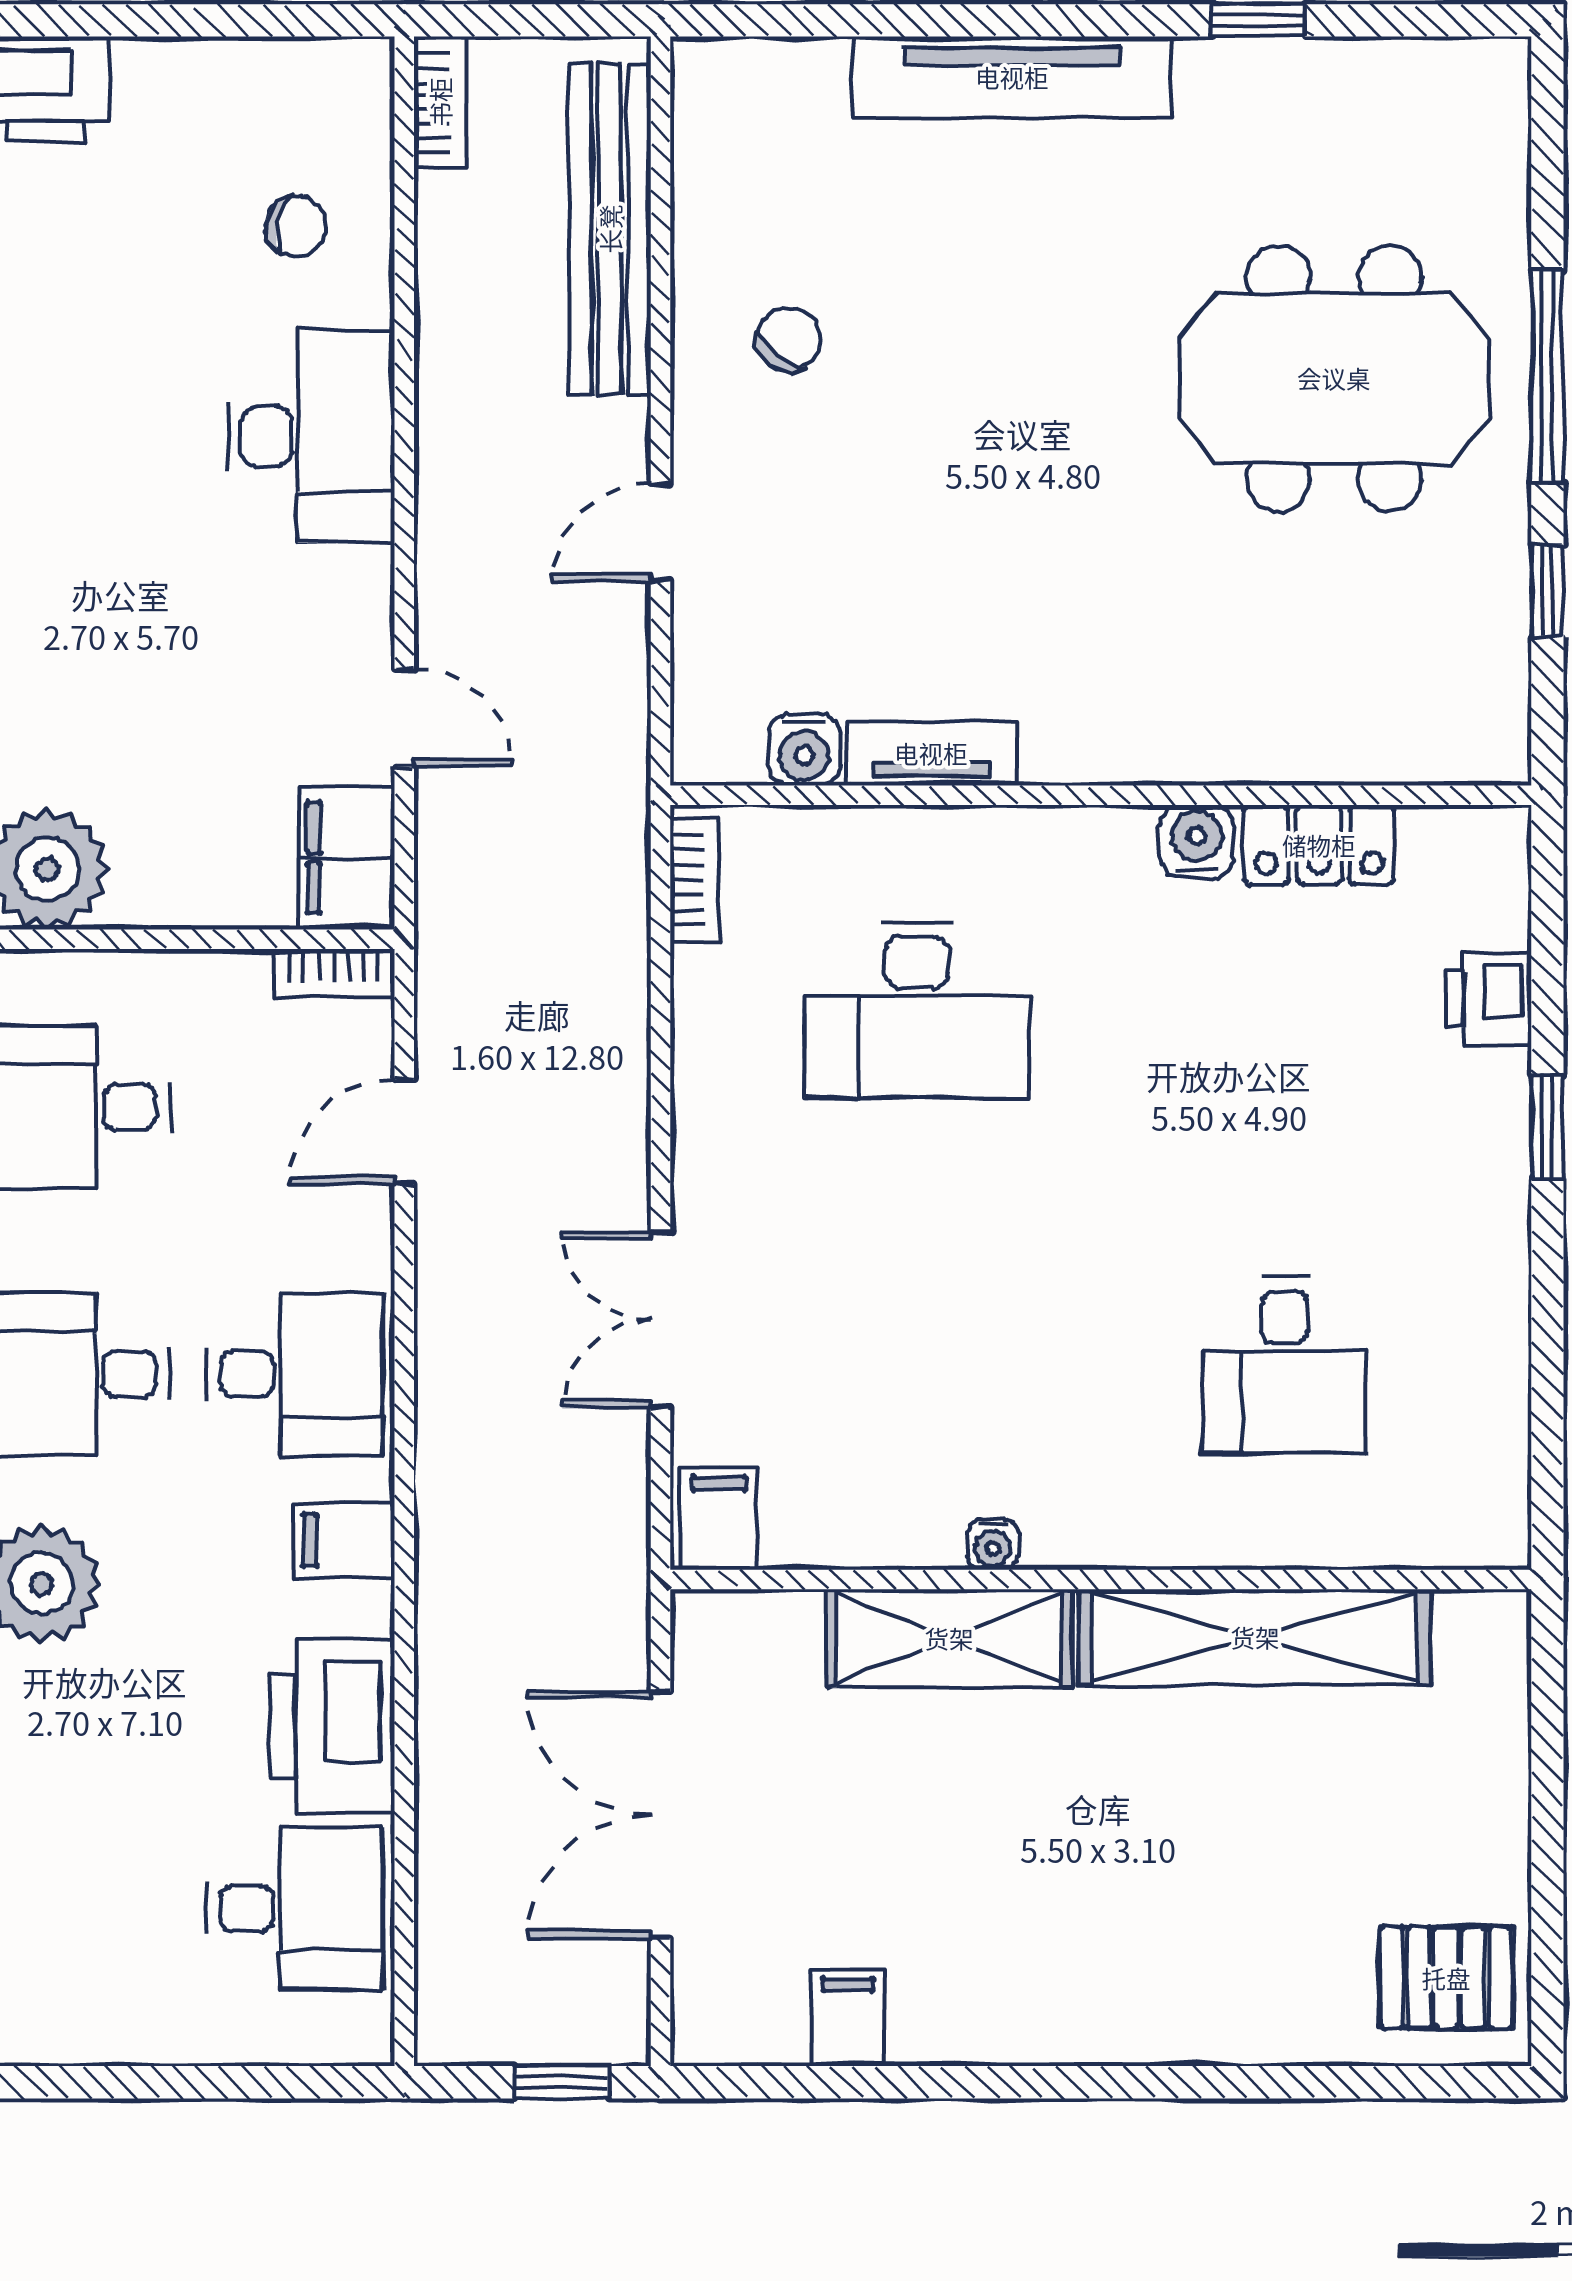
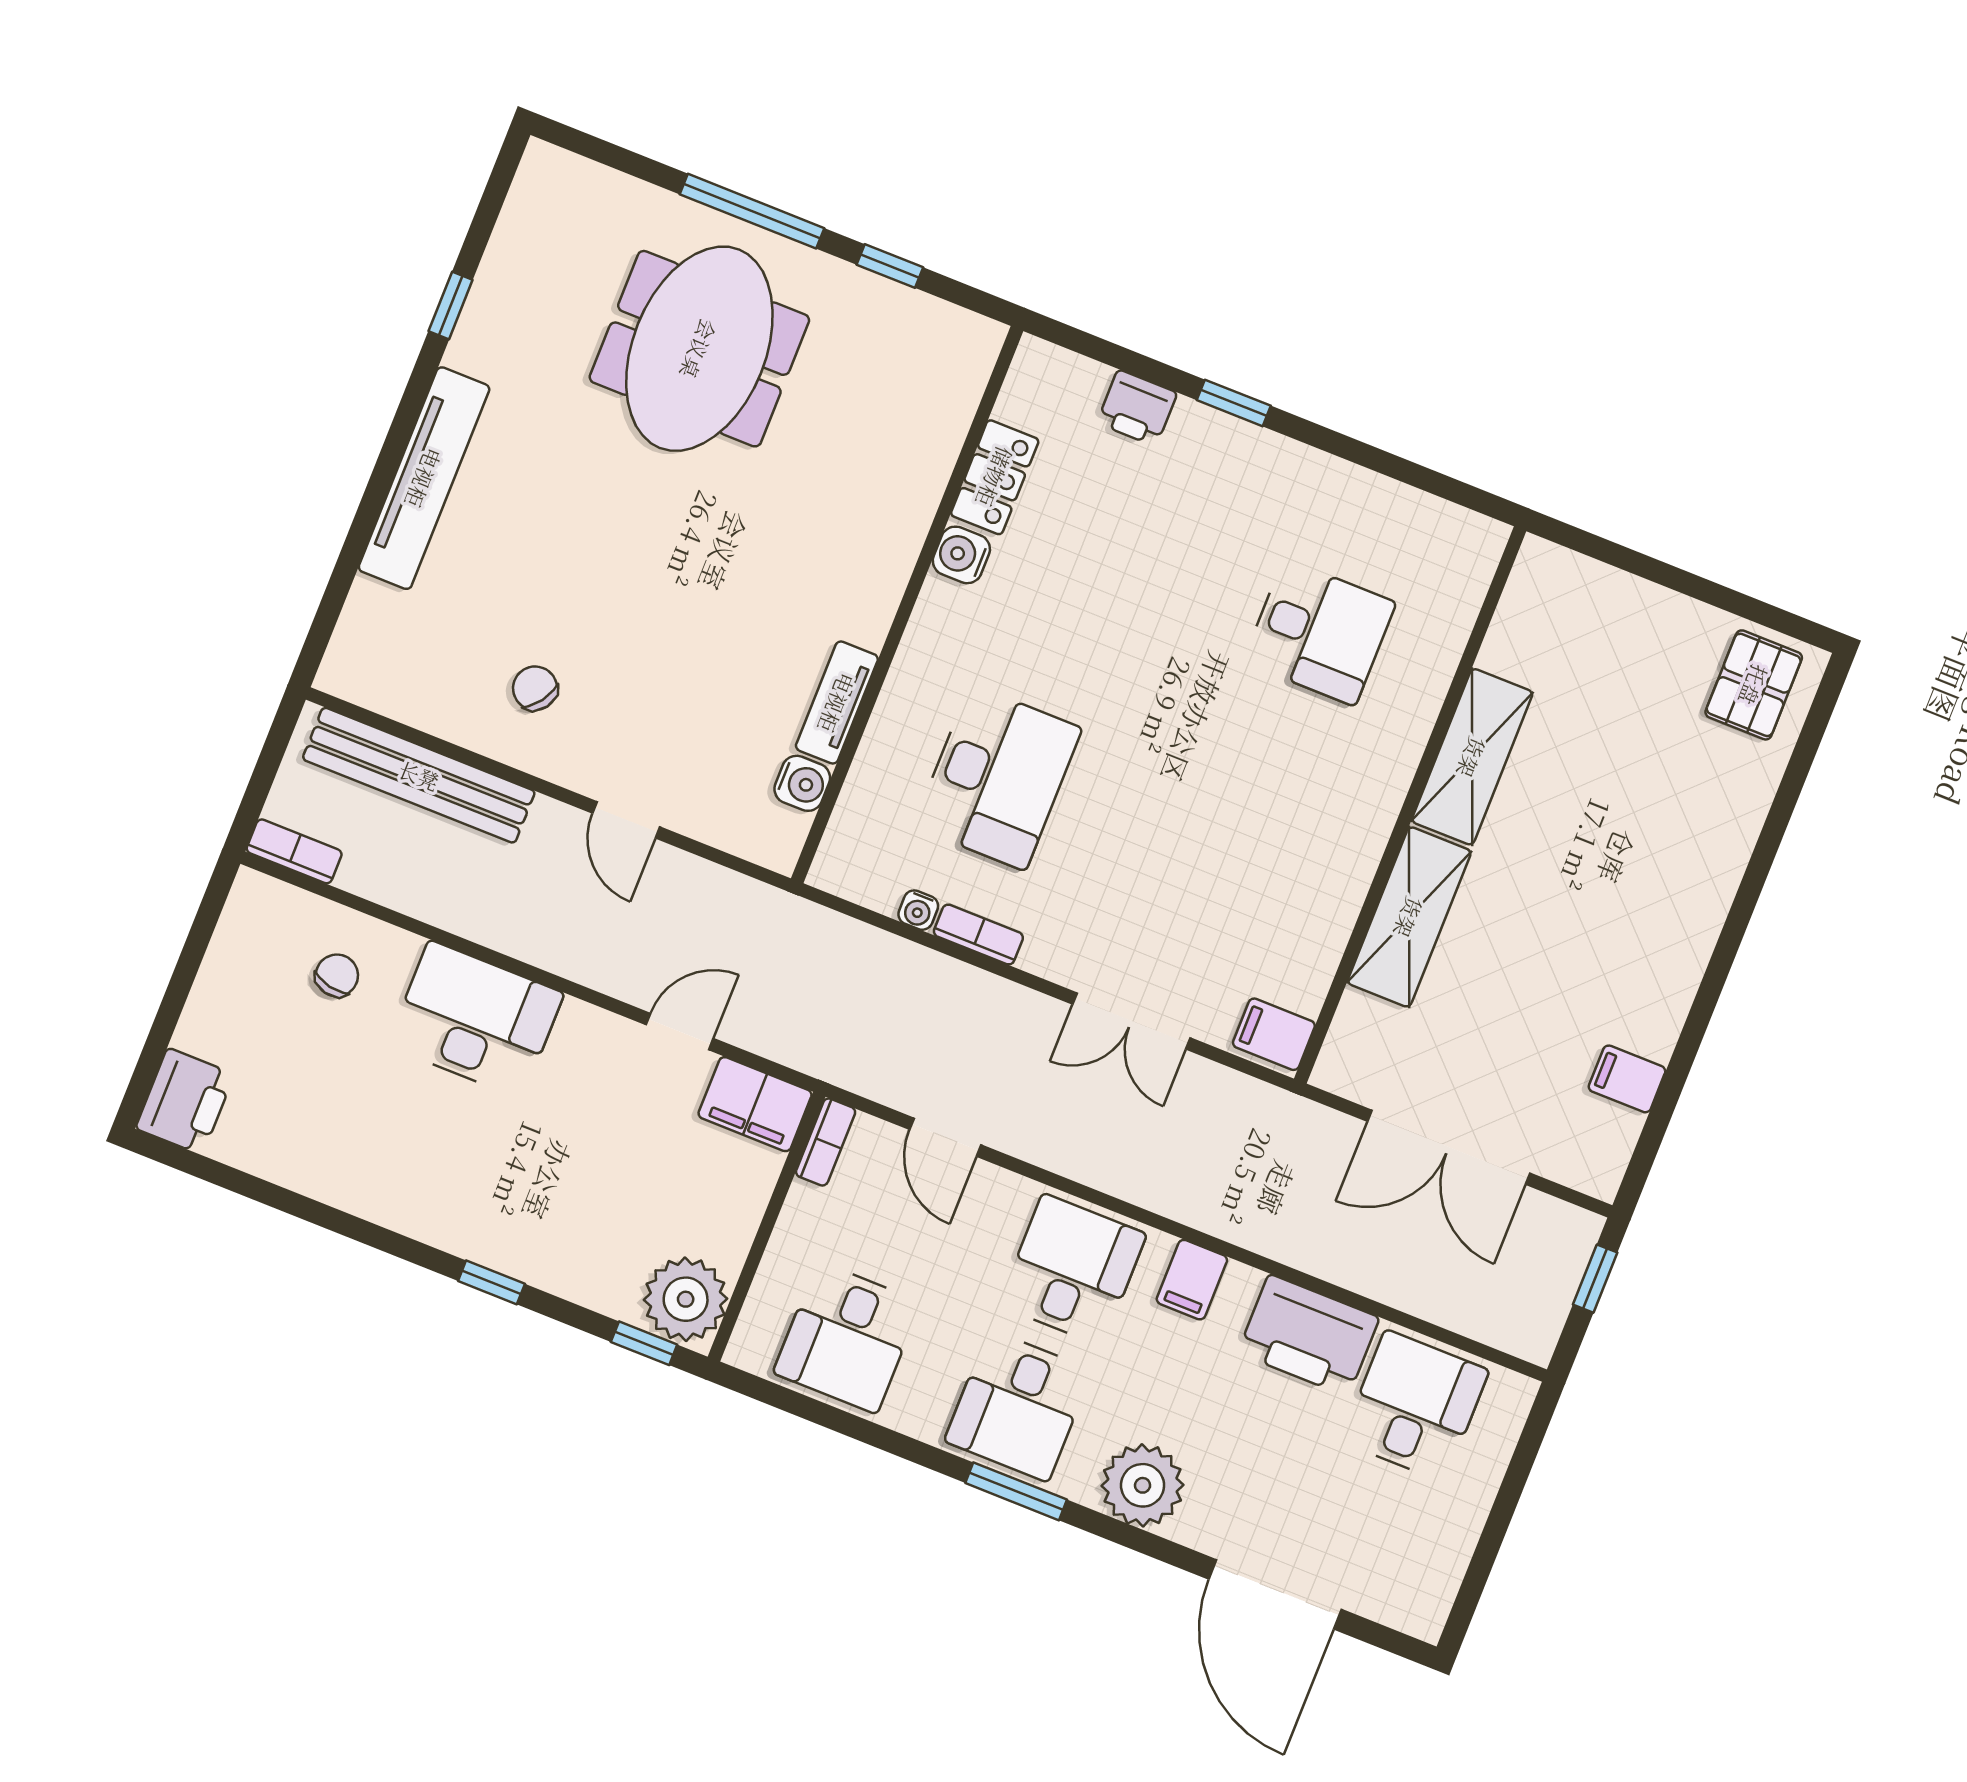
bookcase: (695, 880) -> (978, 935), moved
water cooler: (992, 1544) -> (918, 910), moved, turned 90
shelving: (1255, 1637) -> (1472, 757), width x0.68

